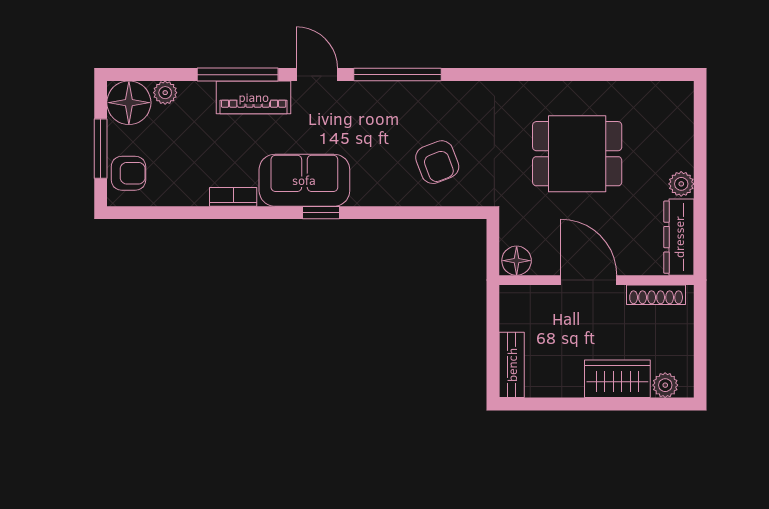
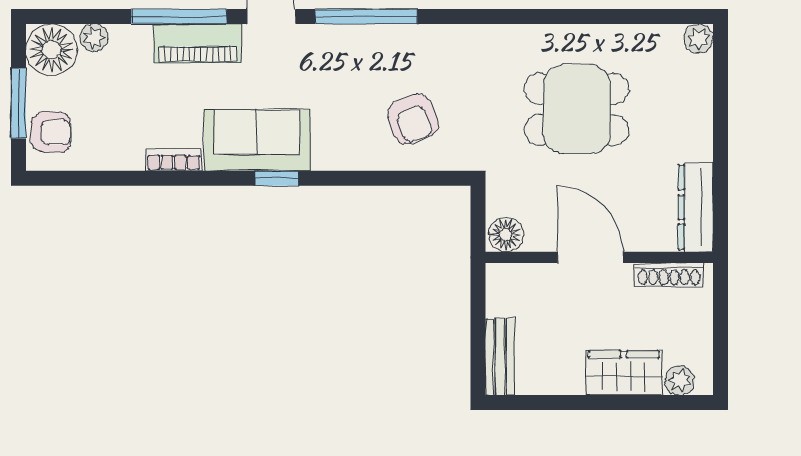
plant: (681, 184) -> (699, 39), moved

